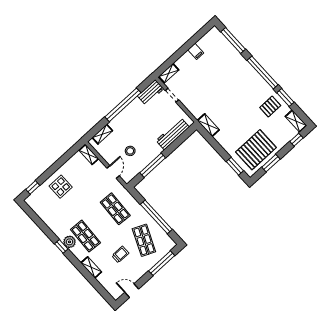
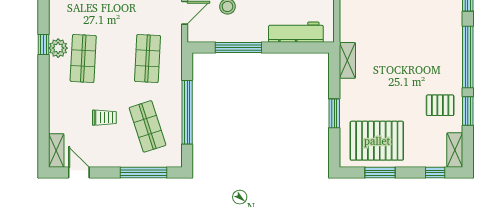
window: (235, 166) -> (334, 113), moved
shop shelf: (144, 240) -> (148, 126), turned -42
shelving: (91, 267) -> (56, 151), moved

